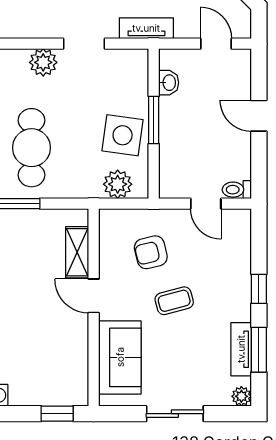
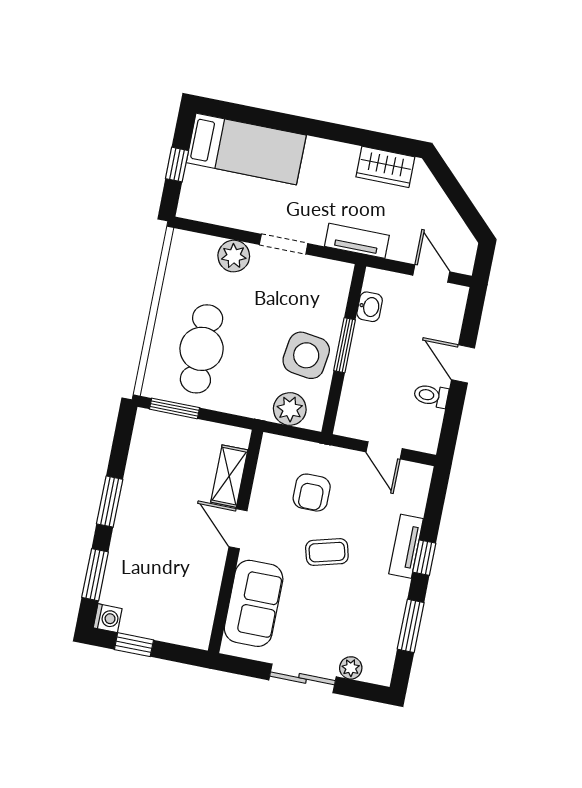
toilet: (237, 190) -> (431, 396), moved
armchair: (151, 252) -> (312, 493), turned -76
tv unit: (241, 349) -> (406, 546), moved
plant: (241, 396) -> (351, 668), moved
window: (57, 414) -> (134, 645), moved

